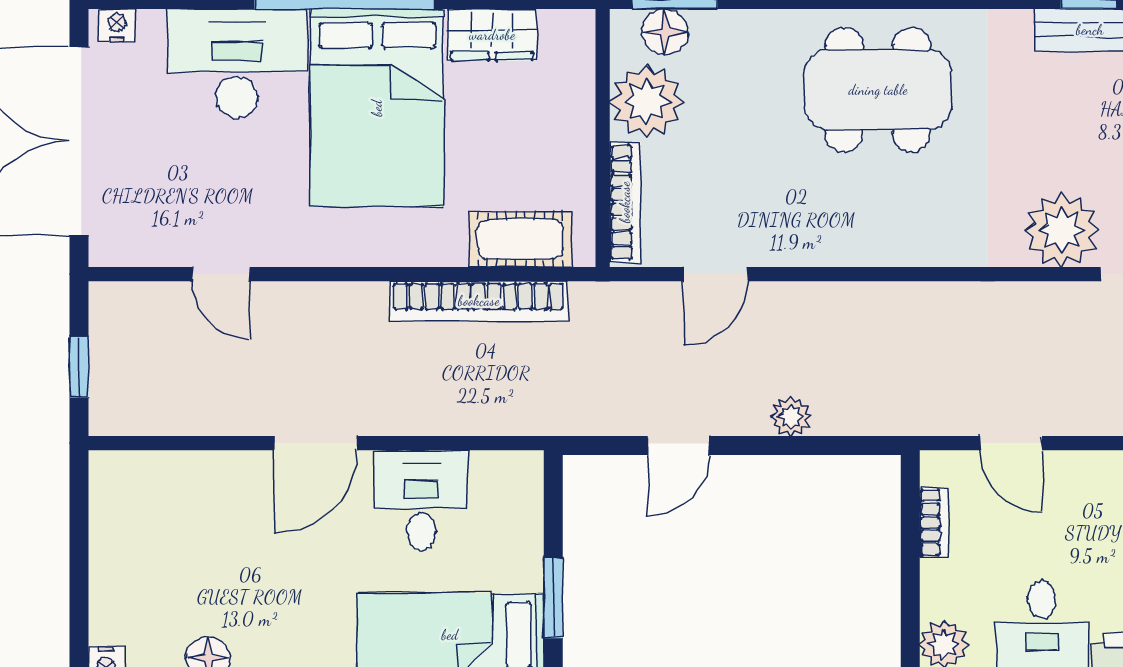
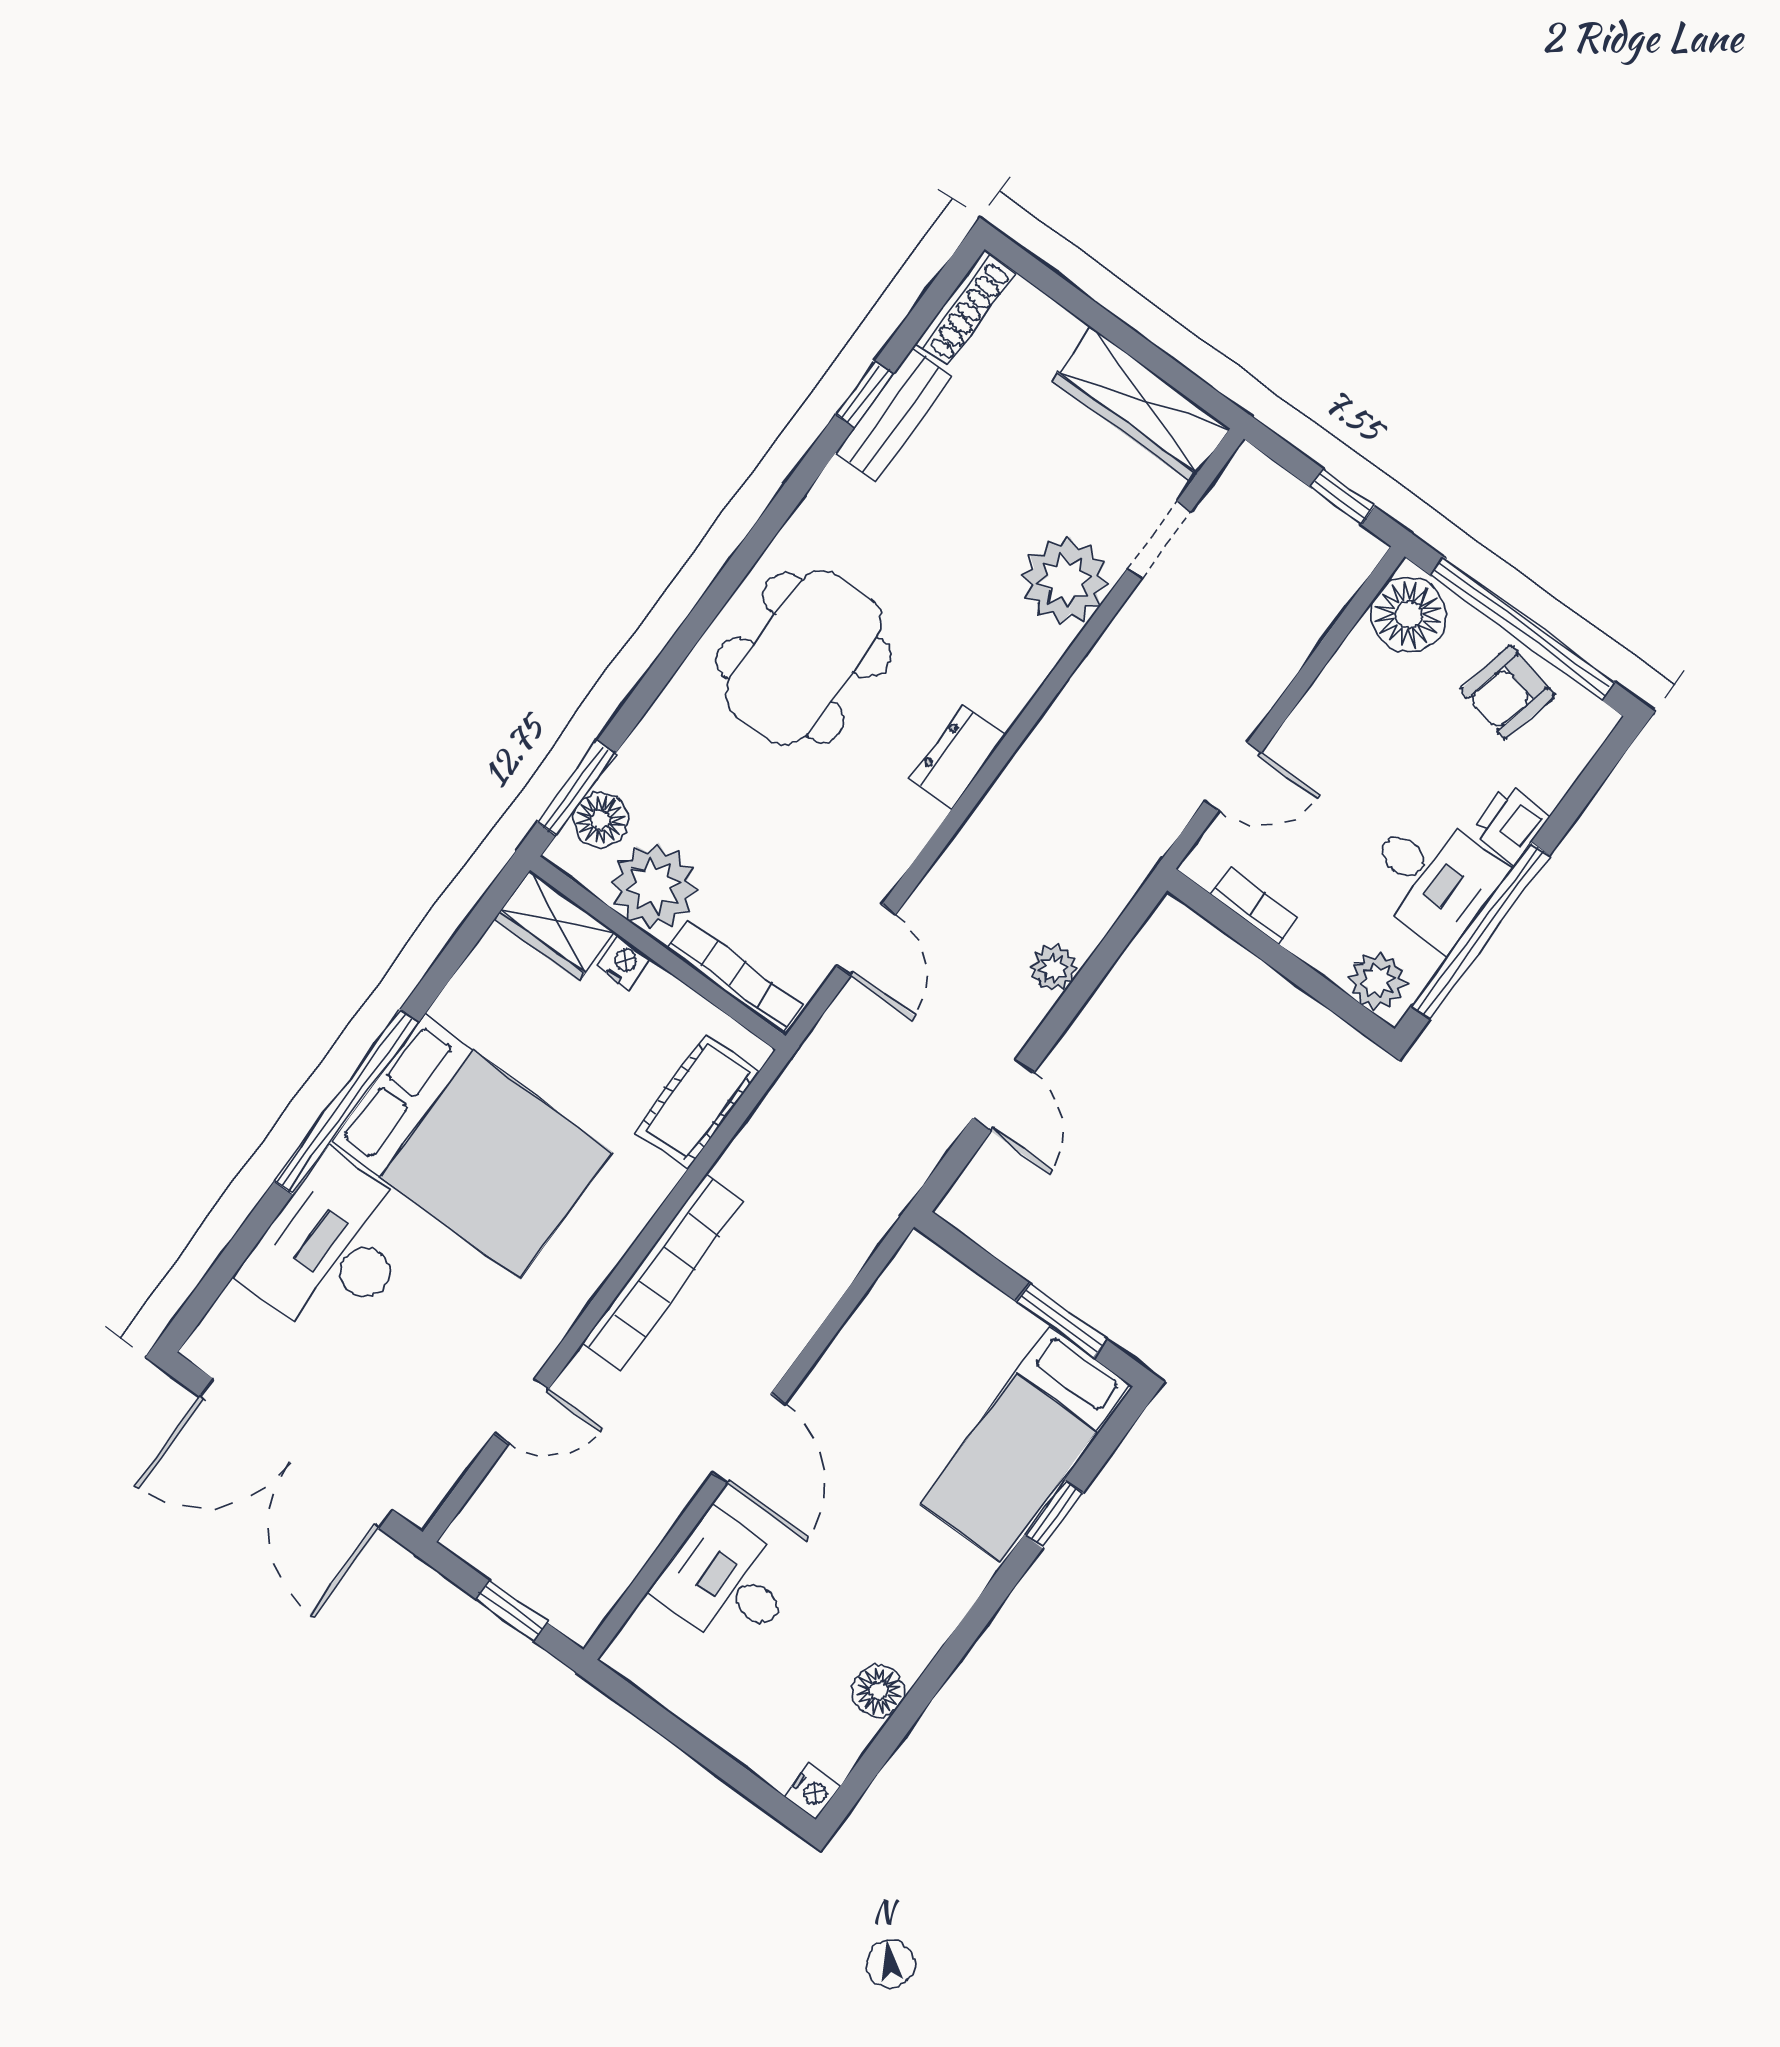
nightstand: (117, 25) -> (624, 962), moved, turned 90
wardrobe: (492, 35) -> (554, 925), moved, turned 90
dresser: (887, 245) -> (958, 757), added
bookcase: (479, 301) -> (663, 1272), moved
desk: (421, 500) -> (727, 1582), moved

